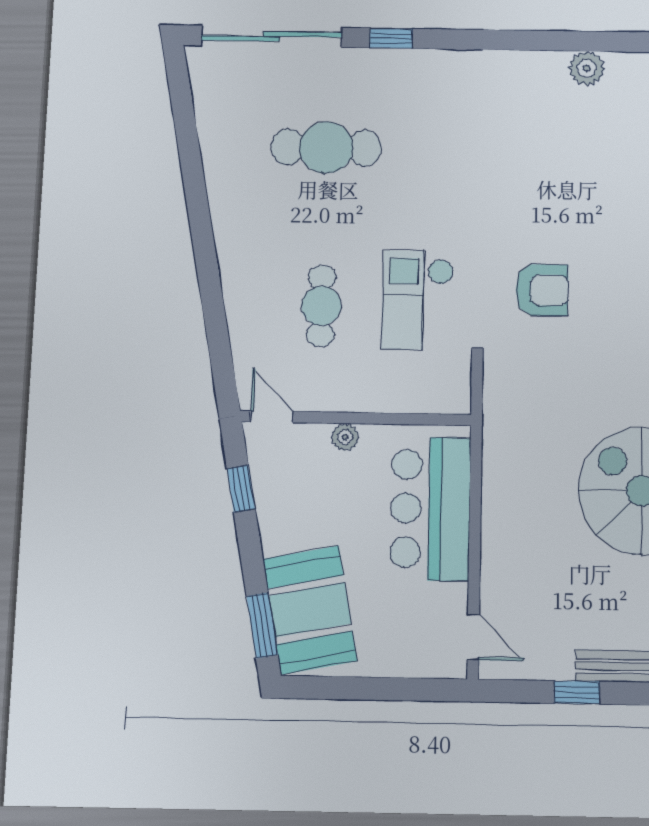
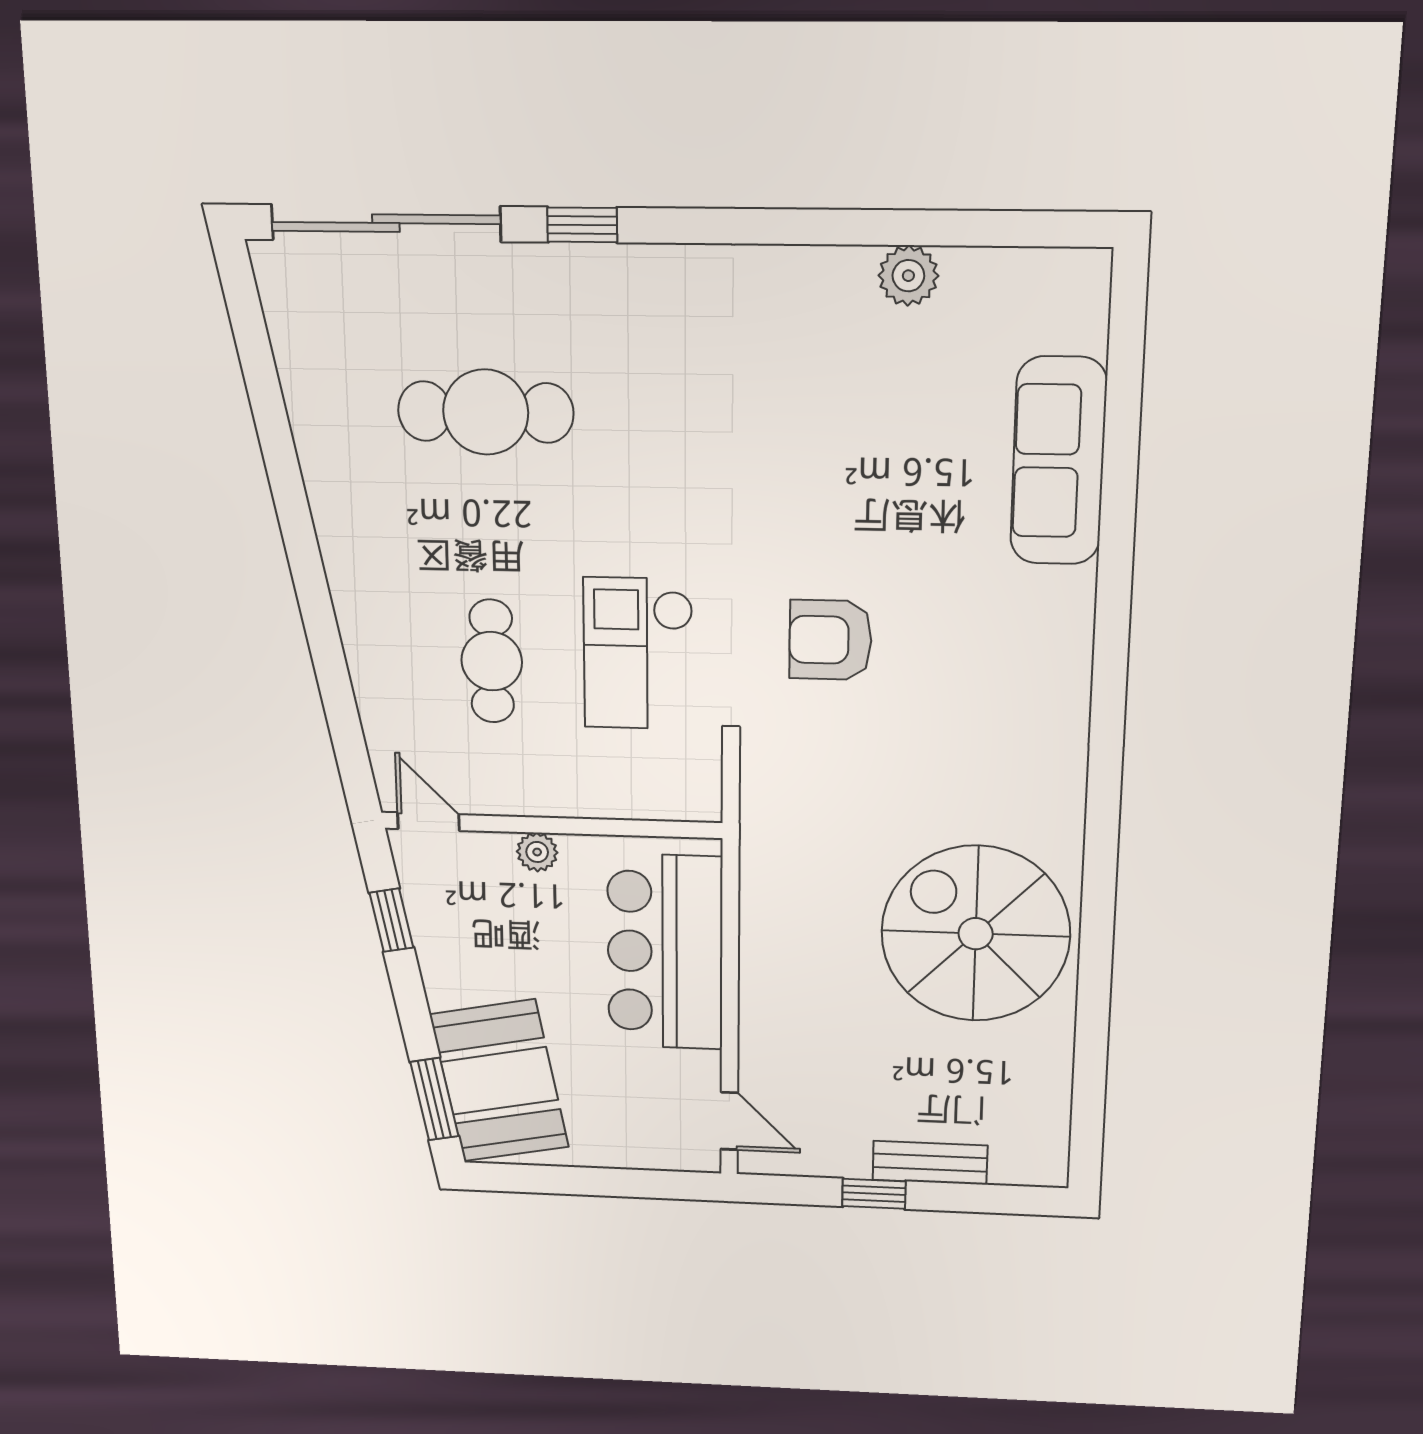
armchair: (542, 290) -> (830, 640), turned 180

